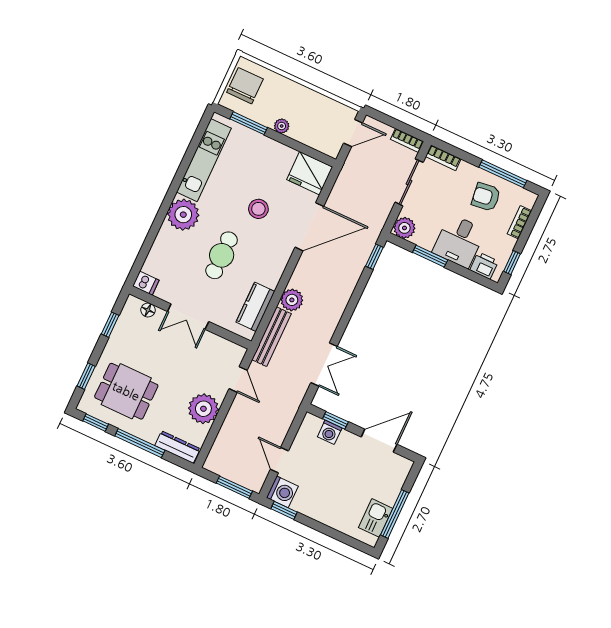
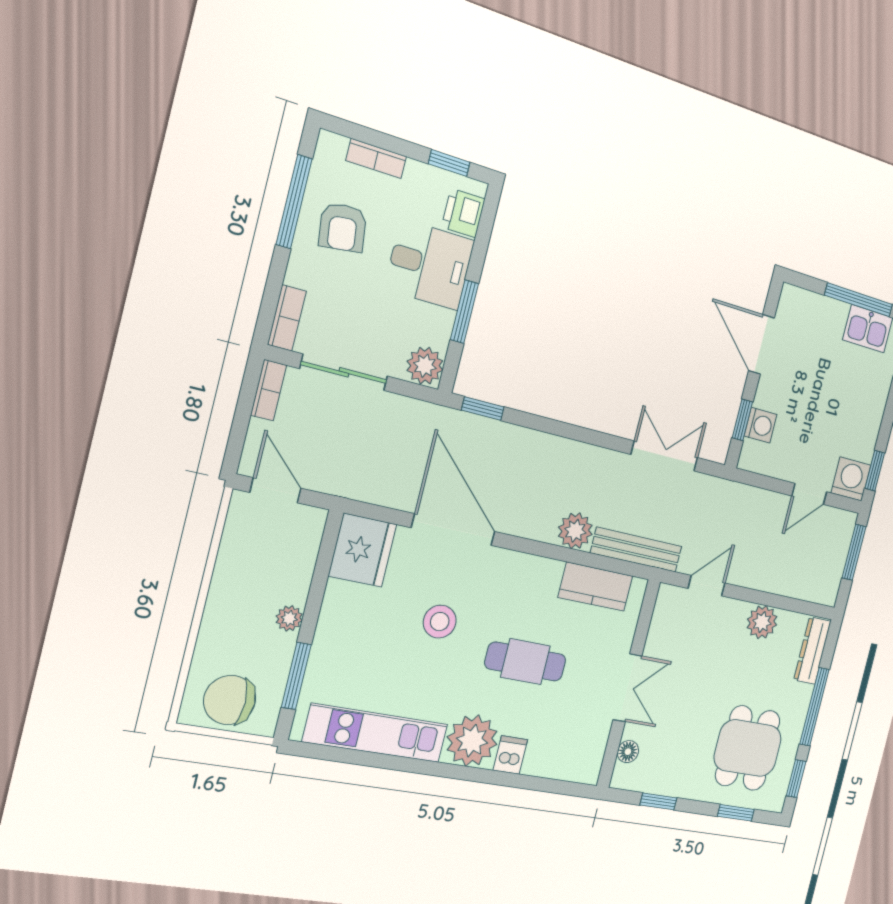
dishwasher: (146, 283) -> (510, 755), moved
plant: (203, 409) -> (762, 622), width x0.73, depth x0.73

